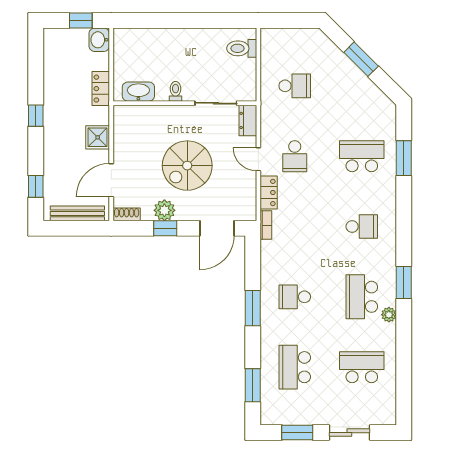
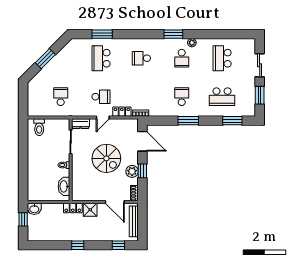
locker: (101, 89) -> (73, 208), moved
school desk: (362, 226) -> (141, 58), turned -90
school desk: (295, 297) -> (182, 97), turned 180
school desk: (362, 297) -> (182, 58), width x0.54

